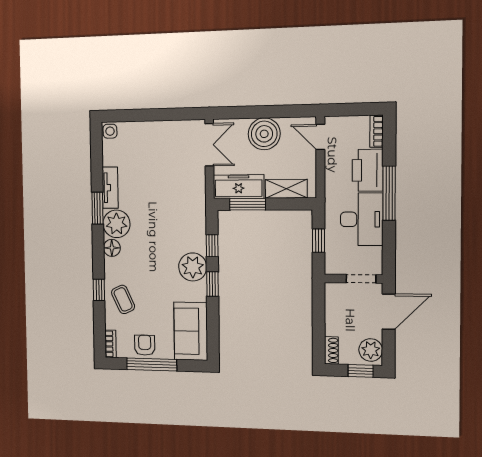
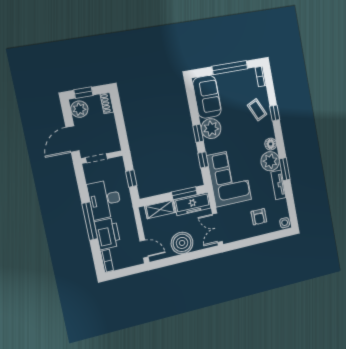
corner sofa: (180, 213) -> (229, 178), added
plant: (193, 267) -> (211, 129), moved
armchair: (145, 345) -> (259, 217), moved

